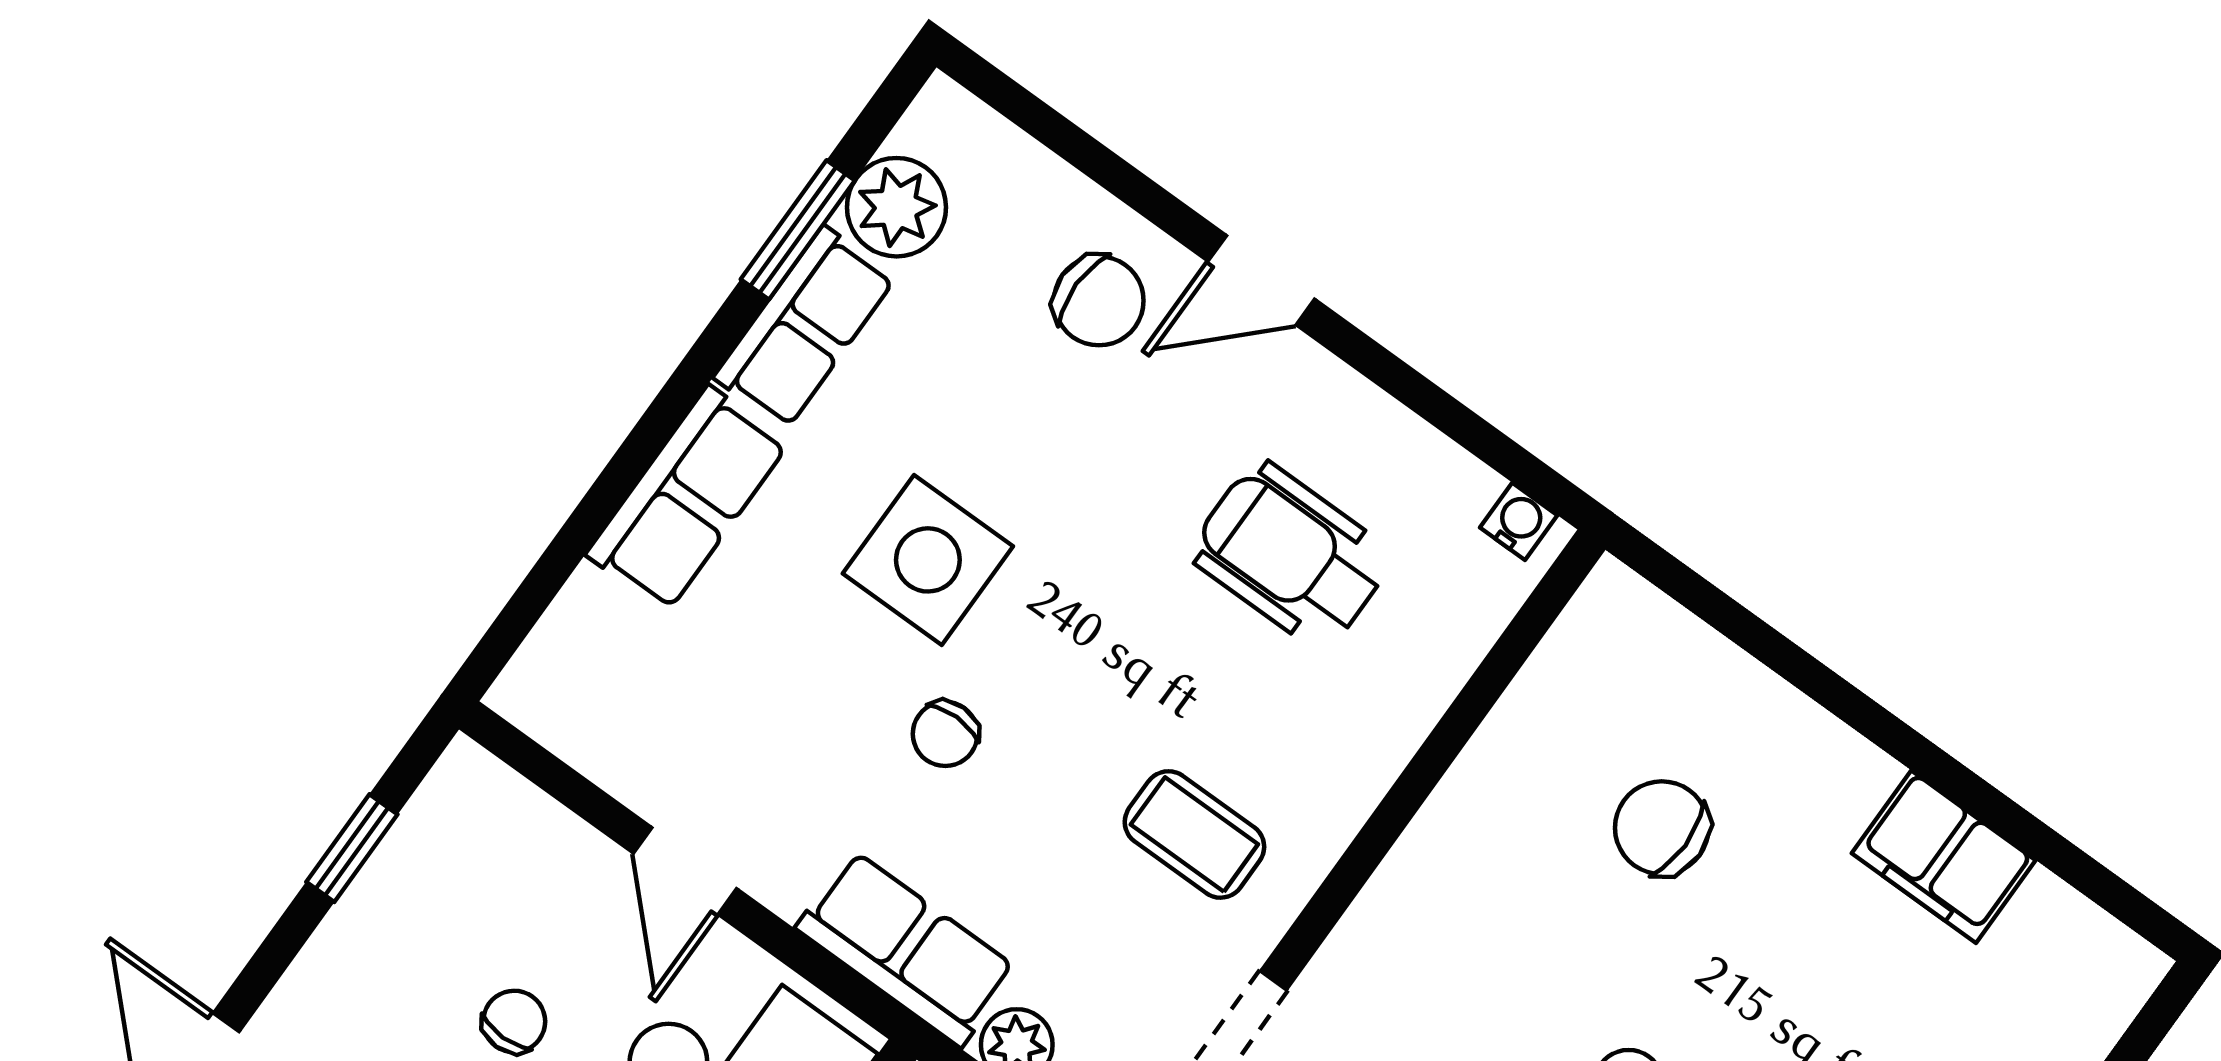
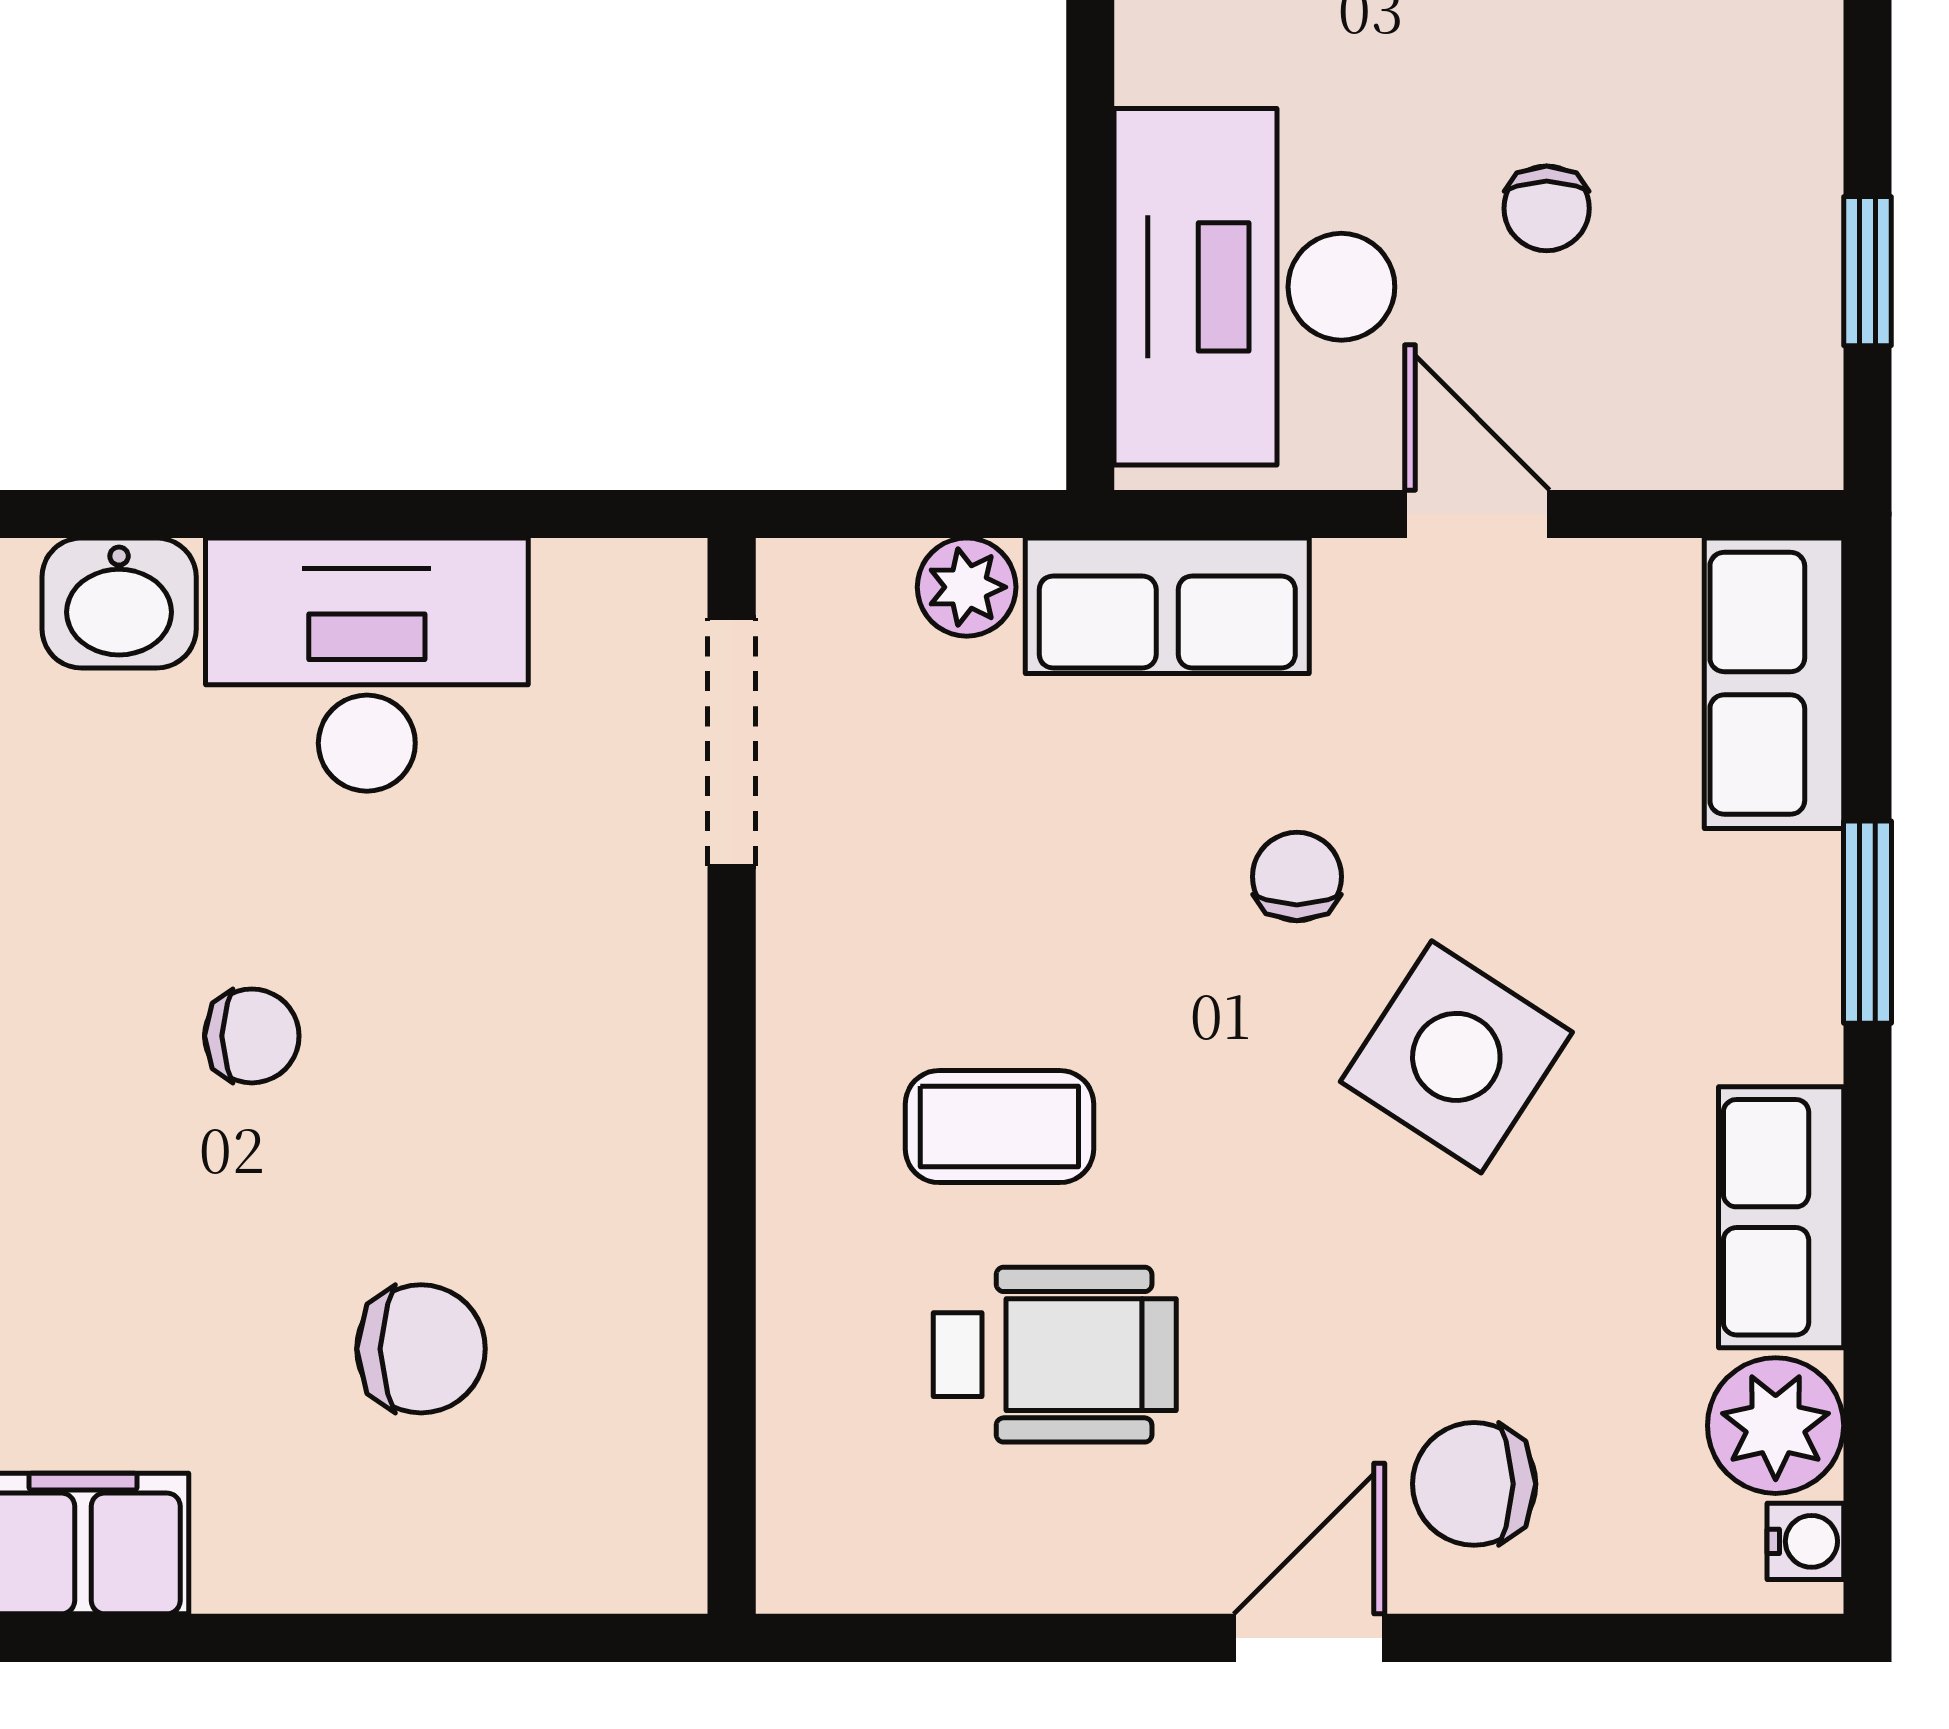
window: (798, 230) -> (1867, 922), moved
row of seats: (687, 499) -> (1774, 683), moved
water cooler: (1519, 521) -> (1805, 1541), moved, turned -90
side table: (928, 560) -> (1456, 1057), turned 33
coffee table: (1194, 834) -> (999, 1127), moved

